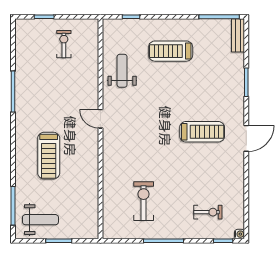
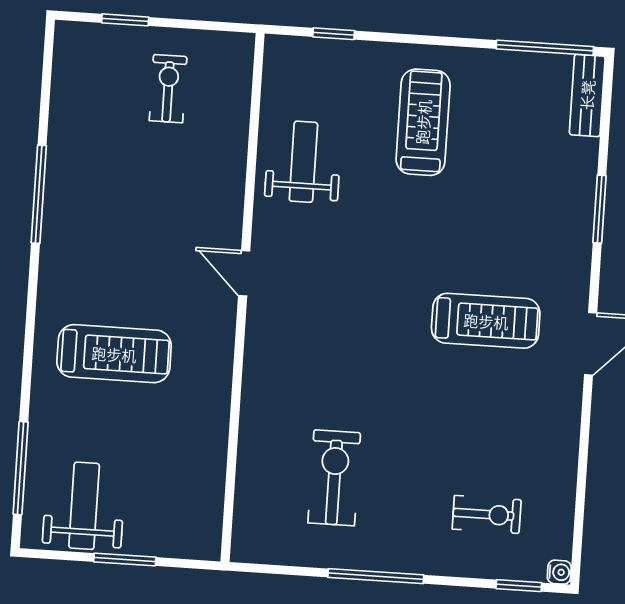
treadmill: (171, 51) -> (423, 122), turned 90
treadmill: (49, 156) -> (114, 354), turned -90
weight bench: (40, 220) -> (84, 506), turned -90

